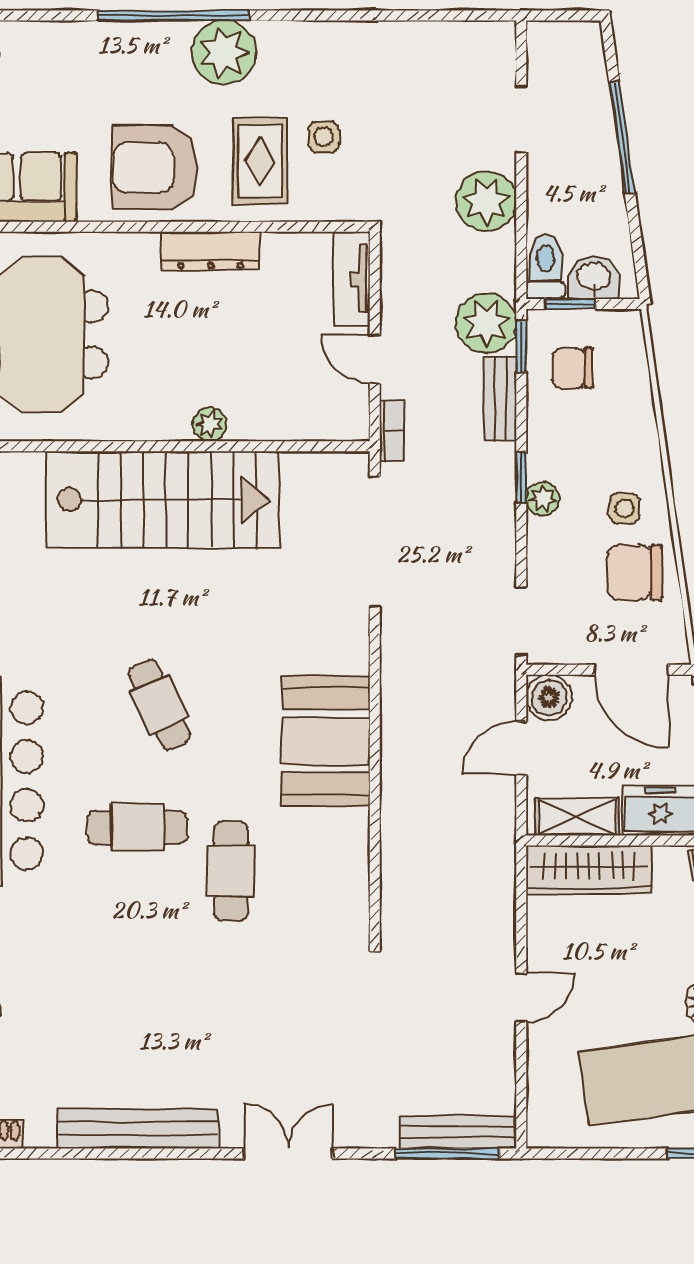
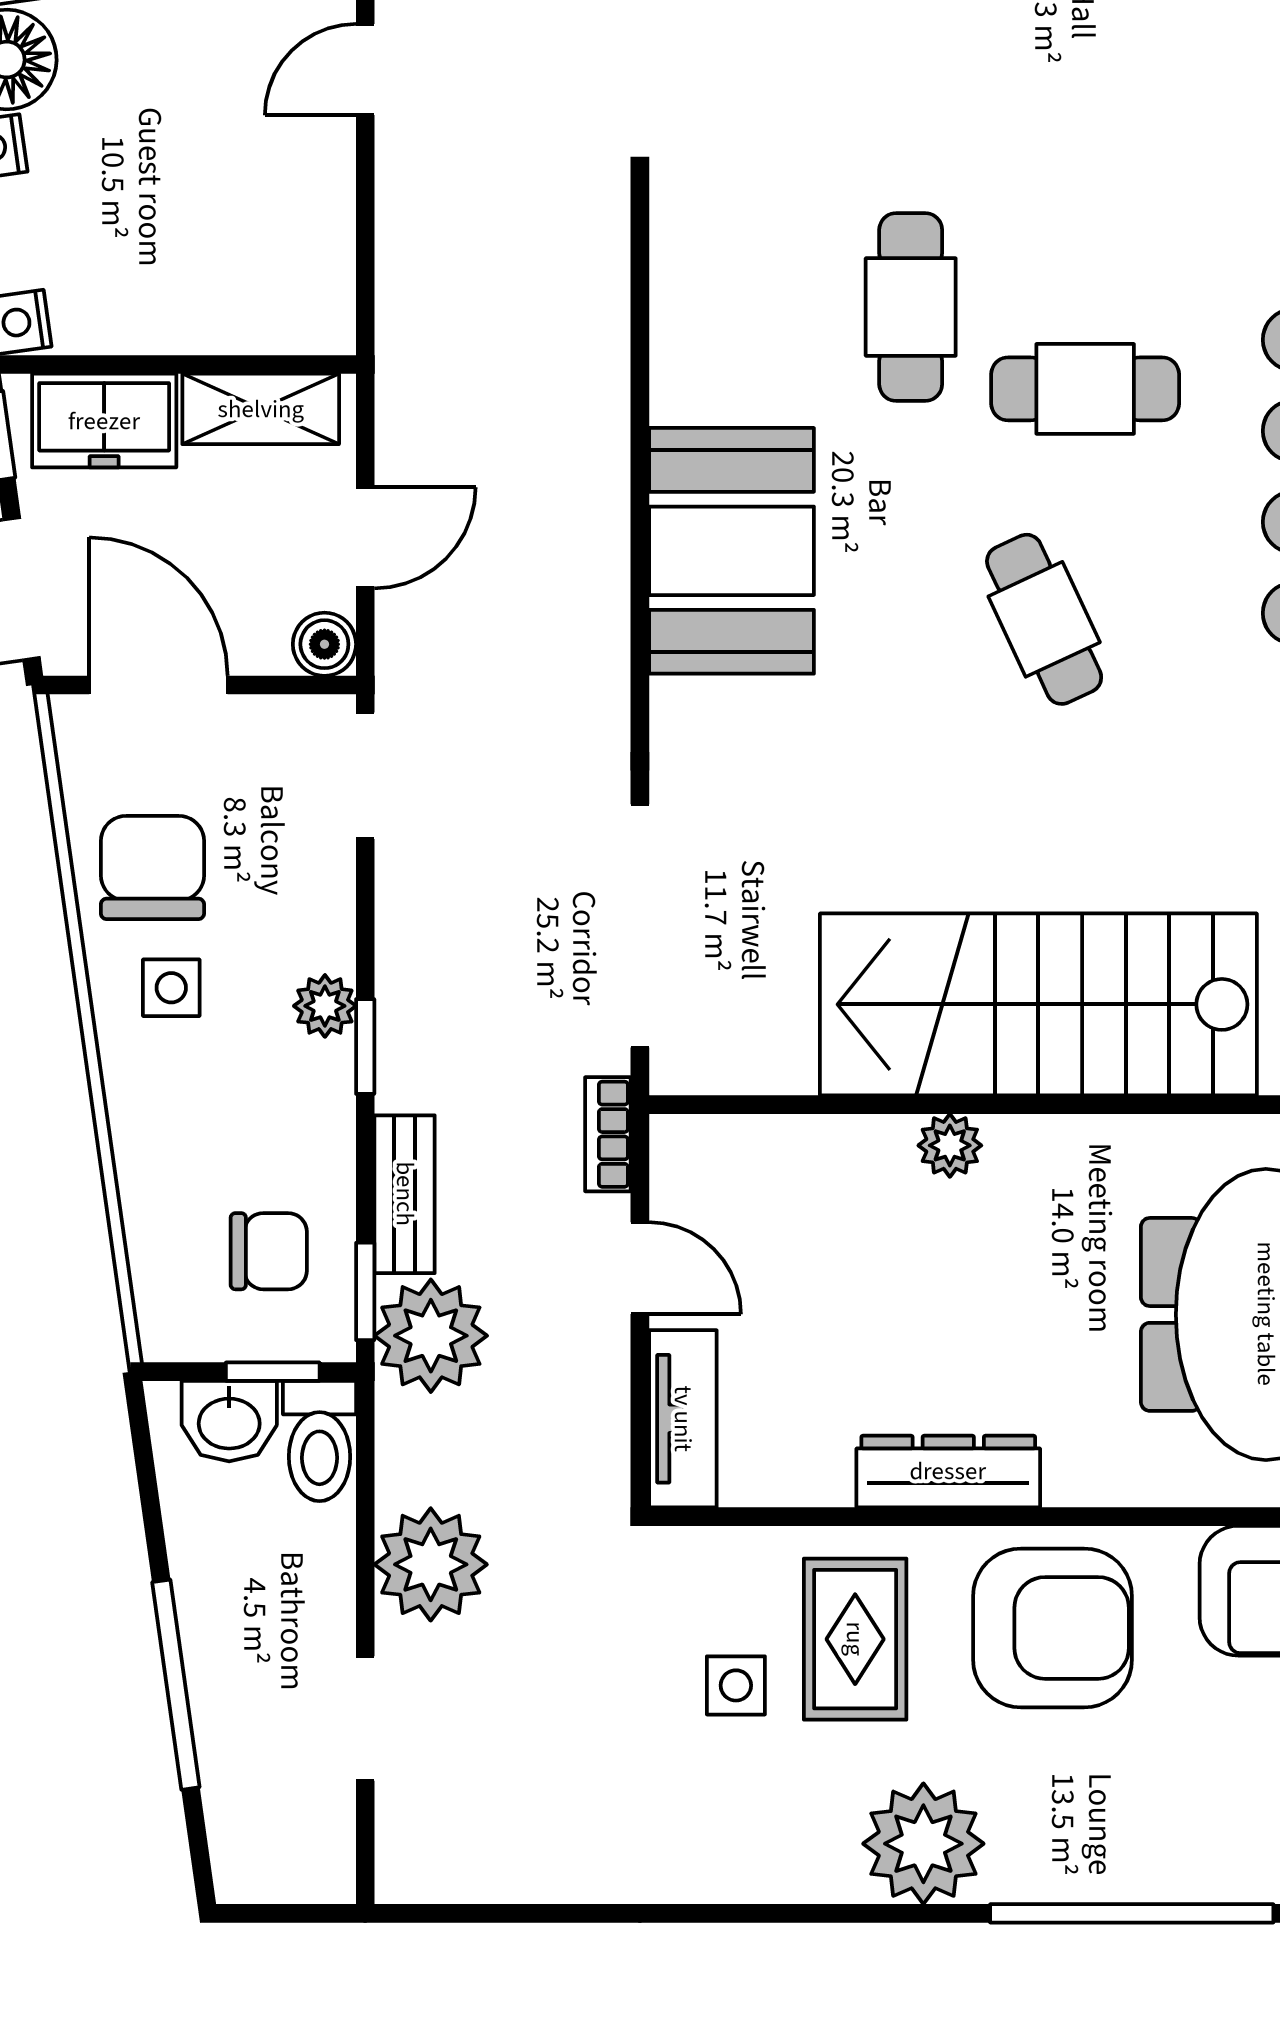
window: (174, 15) -> (1132, 1913), moved
chair: (634, 573) -> (152, 868), turned -90
boiler: (549, 698) -> (324, 644), width x0.73, depth x0.73
wardrobe: (589, 870) -> (238, 310), removed

